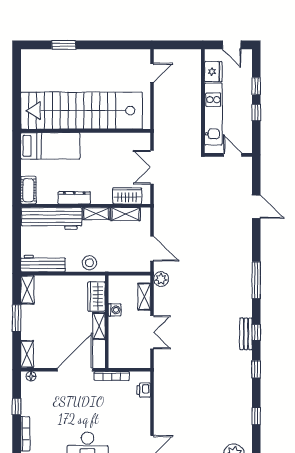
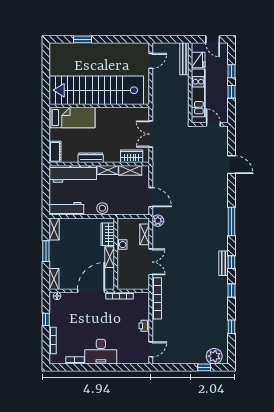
bench: (195, 70) -> (184, 59), added
bookcase: (160, 379) -> (157, 298), added
printer: (144, 390) -> (144, 326), moved

